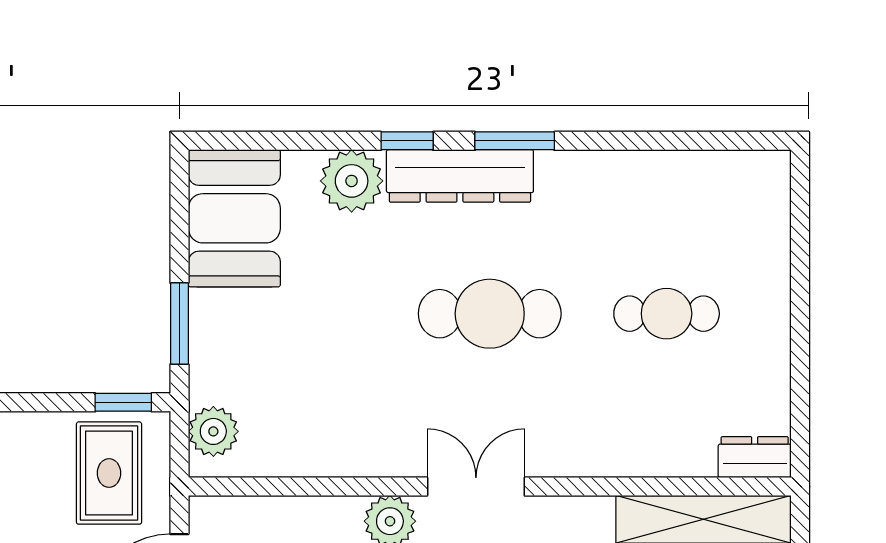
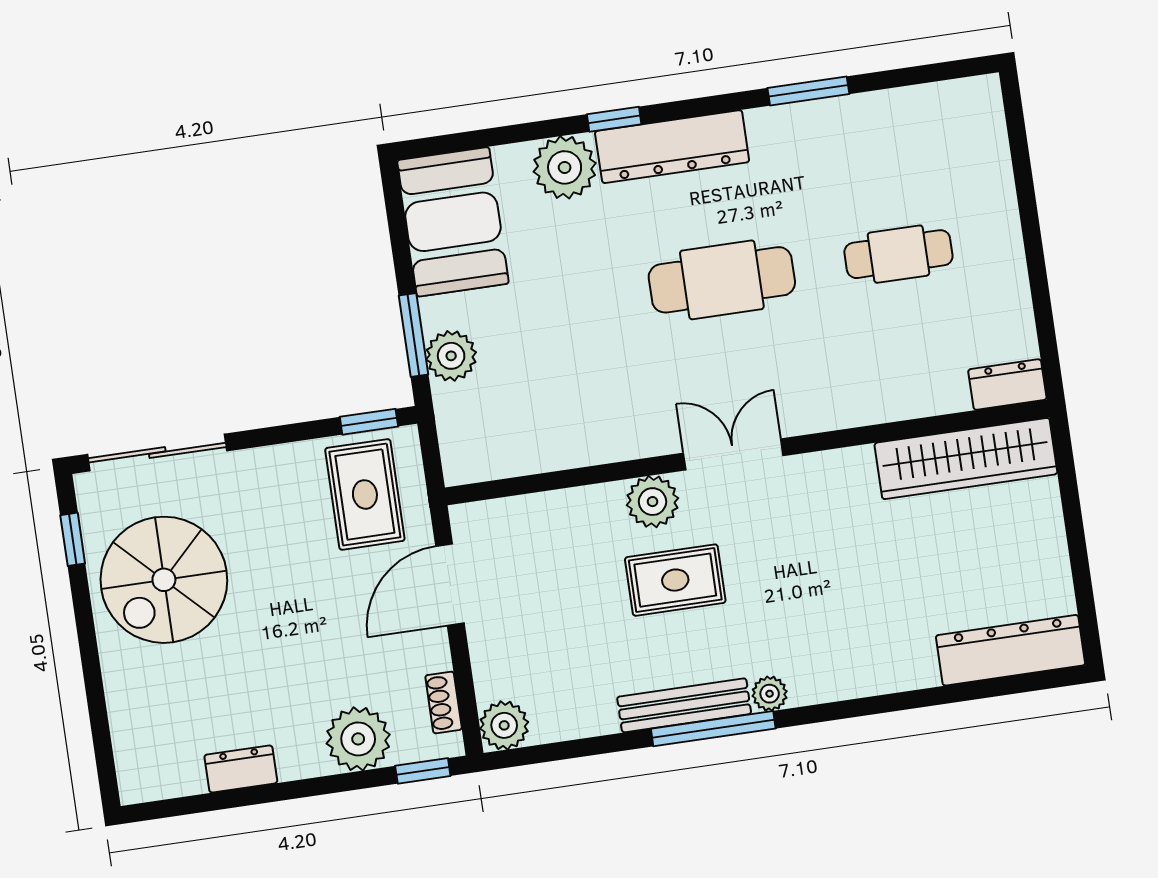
window: (515, 141) -> (808, 91), moved
plant: (213, 431) -> (451, 356), moved

